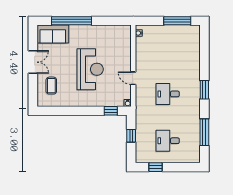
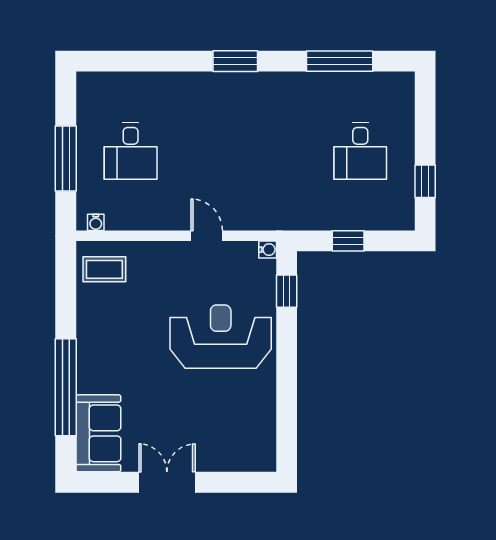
window: (177, 21) -> (66, 158), moved
reception desk: (90, 69) -> (221, 337), moved
door: (133, 78) -> (207, 236), swing flipped
coffee table: (51, 86) -> (104, 269), moved
desk: (168, 94) -> (131, 151), moved

